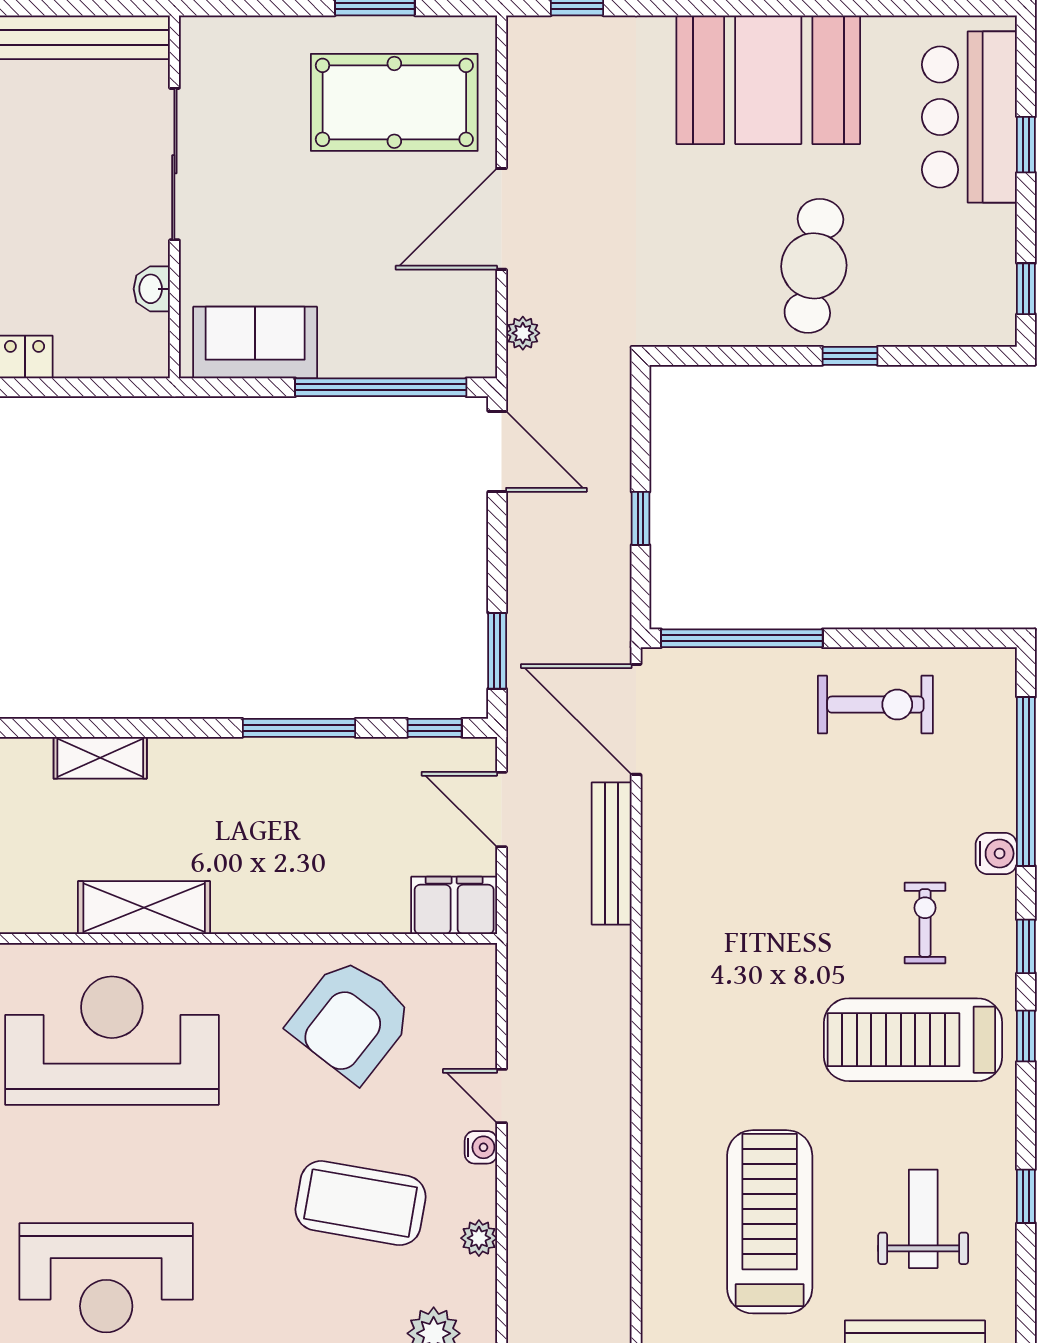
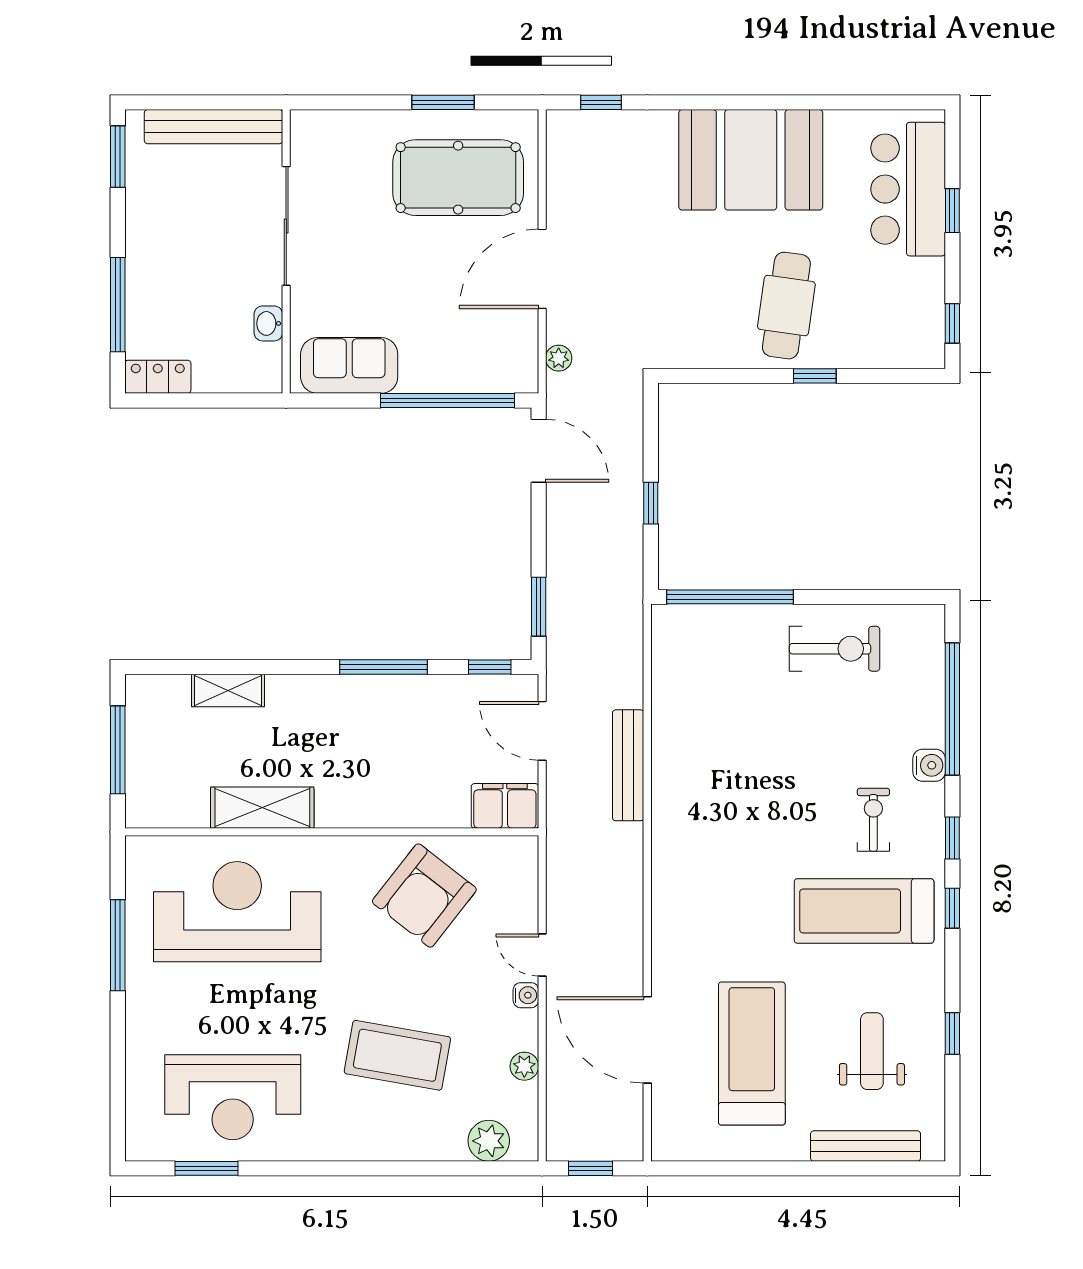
door: (636, 719) -> (647, 1040), moved
coffee table: (361, 1203) -> (397, 1055), moved

